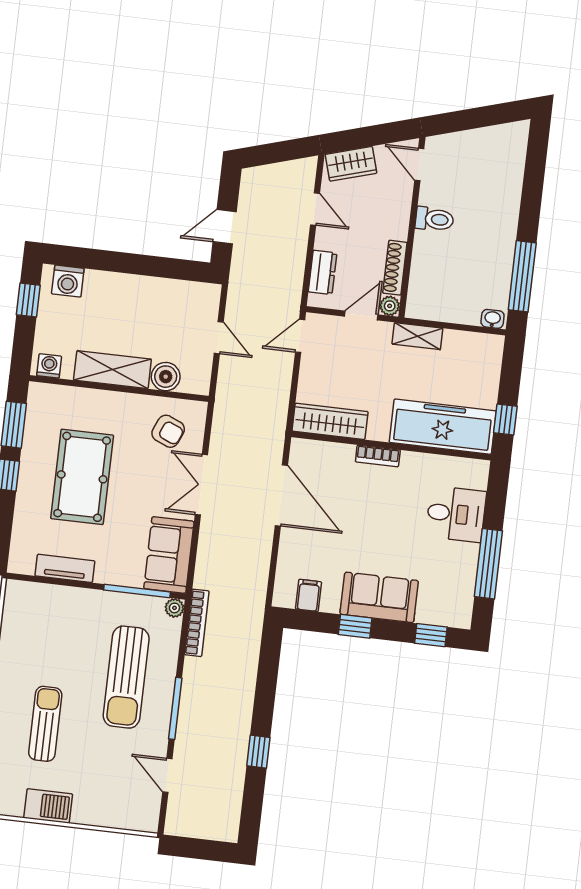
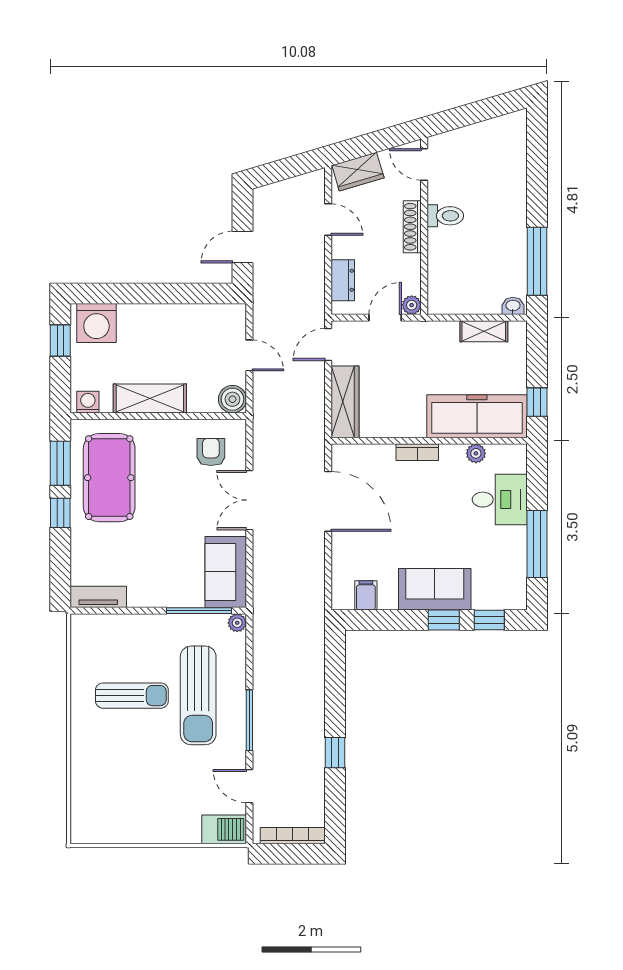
shoe rack: (395, 268) -> (412, 227), moved
washing machine: (68, 281) -> (96, 323), width x1.37, depth x1.37
shelving: (417, 336) -> (484, 331), moved
boiler: (166, 377) -> (232, 399), moved
wardrobe: (330, 421) -> (345, 402), moved, turned 90
armchair: (168, 431) -> (211, 452), turned -113
plant: (437, 464) -> (476, 453), added
pool table: (82, 477) -> (109, 478), moved
tv unit: (65, 568) -> (98, 597), moved
bookcase: (197, 623) -> (293, 836), moved, turned -90
window: (355, 626) -> (444, 620), moved
sun lounger: (45, 724) -> (132, 696), moved, turned 90
barbecue: (48, 806) -> (224, 829), moved

